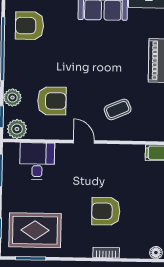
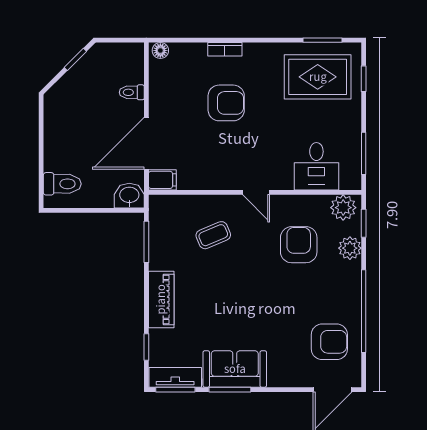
armchair: (52, 101) -> (299, 245), turned 90

